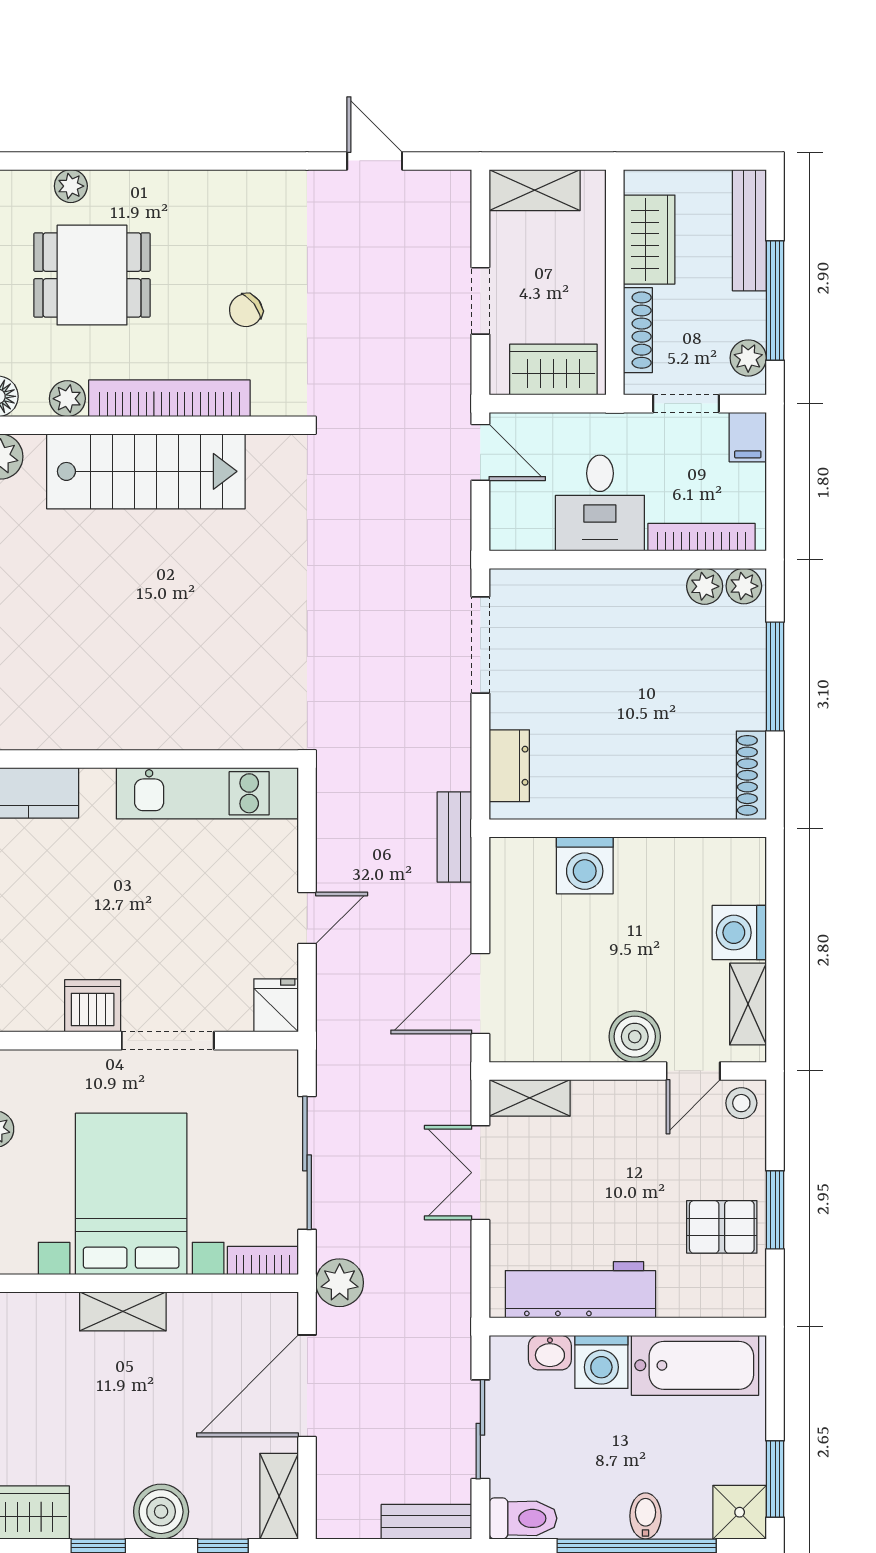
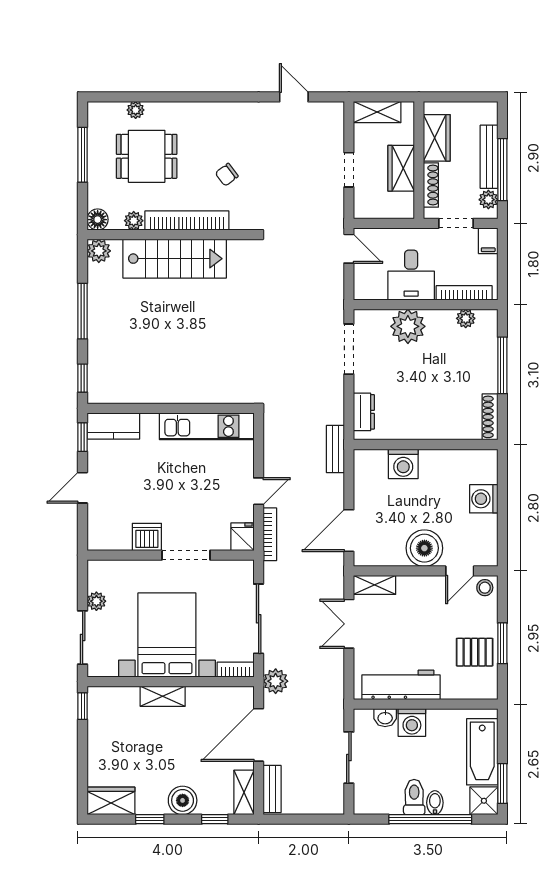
bench: (749, 230) -> (489, 157), moved
wardrobe: (553, 370) -> (401, 168), moved, turned -90
plant: (744, 586) -> (408, 326), moved, width x1.87, depth x1.87
bookcase: (329, 1001) -> (270, 534), added
shelving: (748, 1004) -> (488, 536), removed
boiler: (635, 1037) -> (424, 548), width x1.37, depth x1.37
bathtub: (695, 1365) -> (482, 752), moved, turned 90
toilet: (523, 1518) -> (414, 797), moved, turned -90
bench: (426, 1522) -> (272, 789), moved, turned 90

